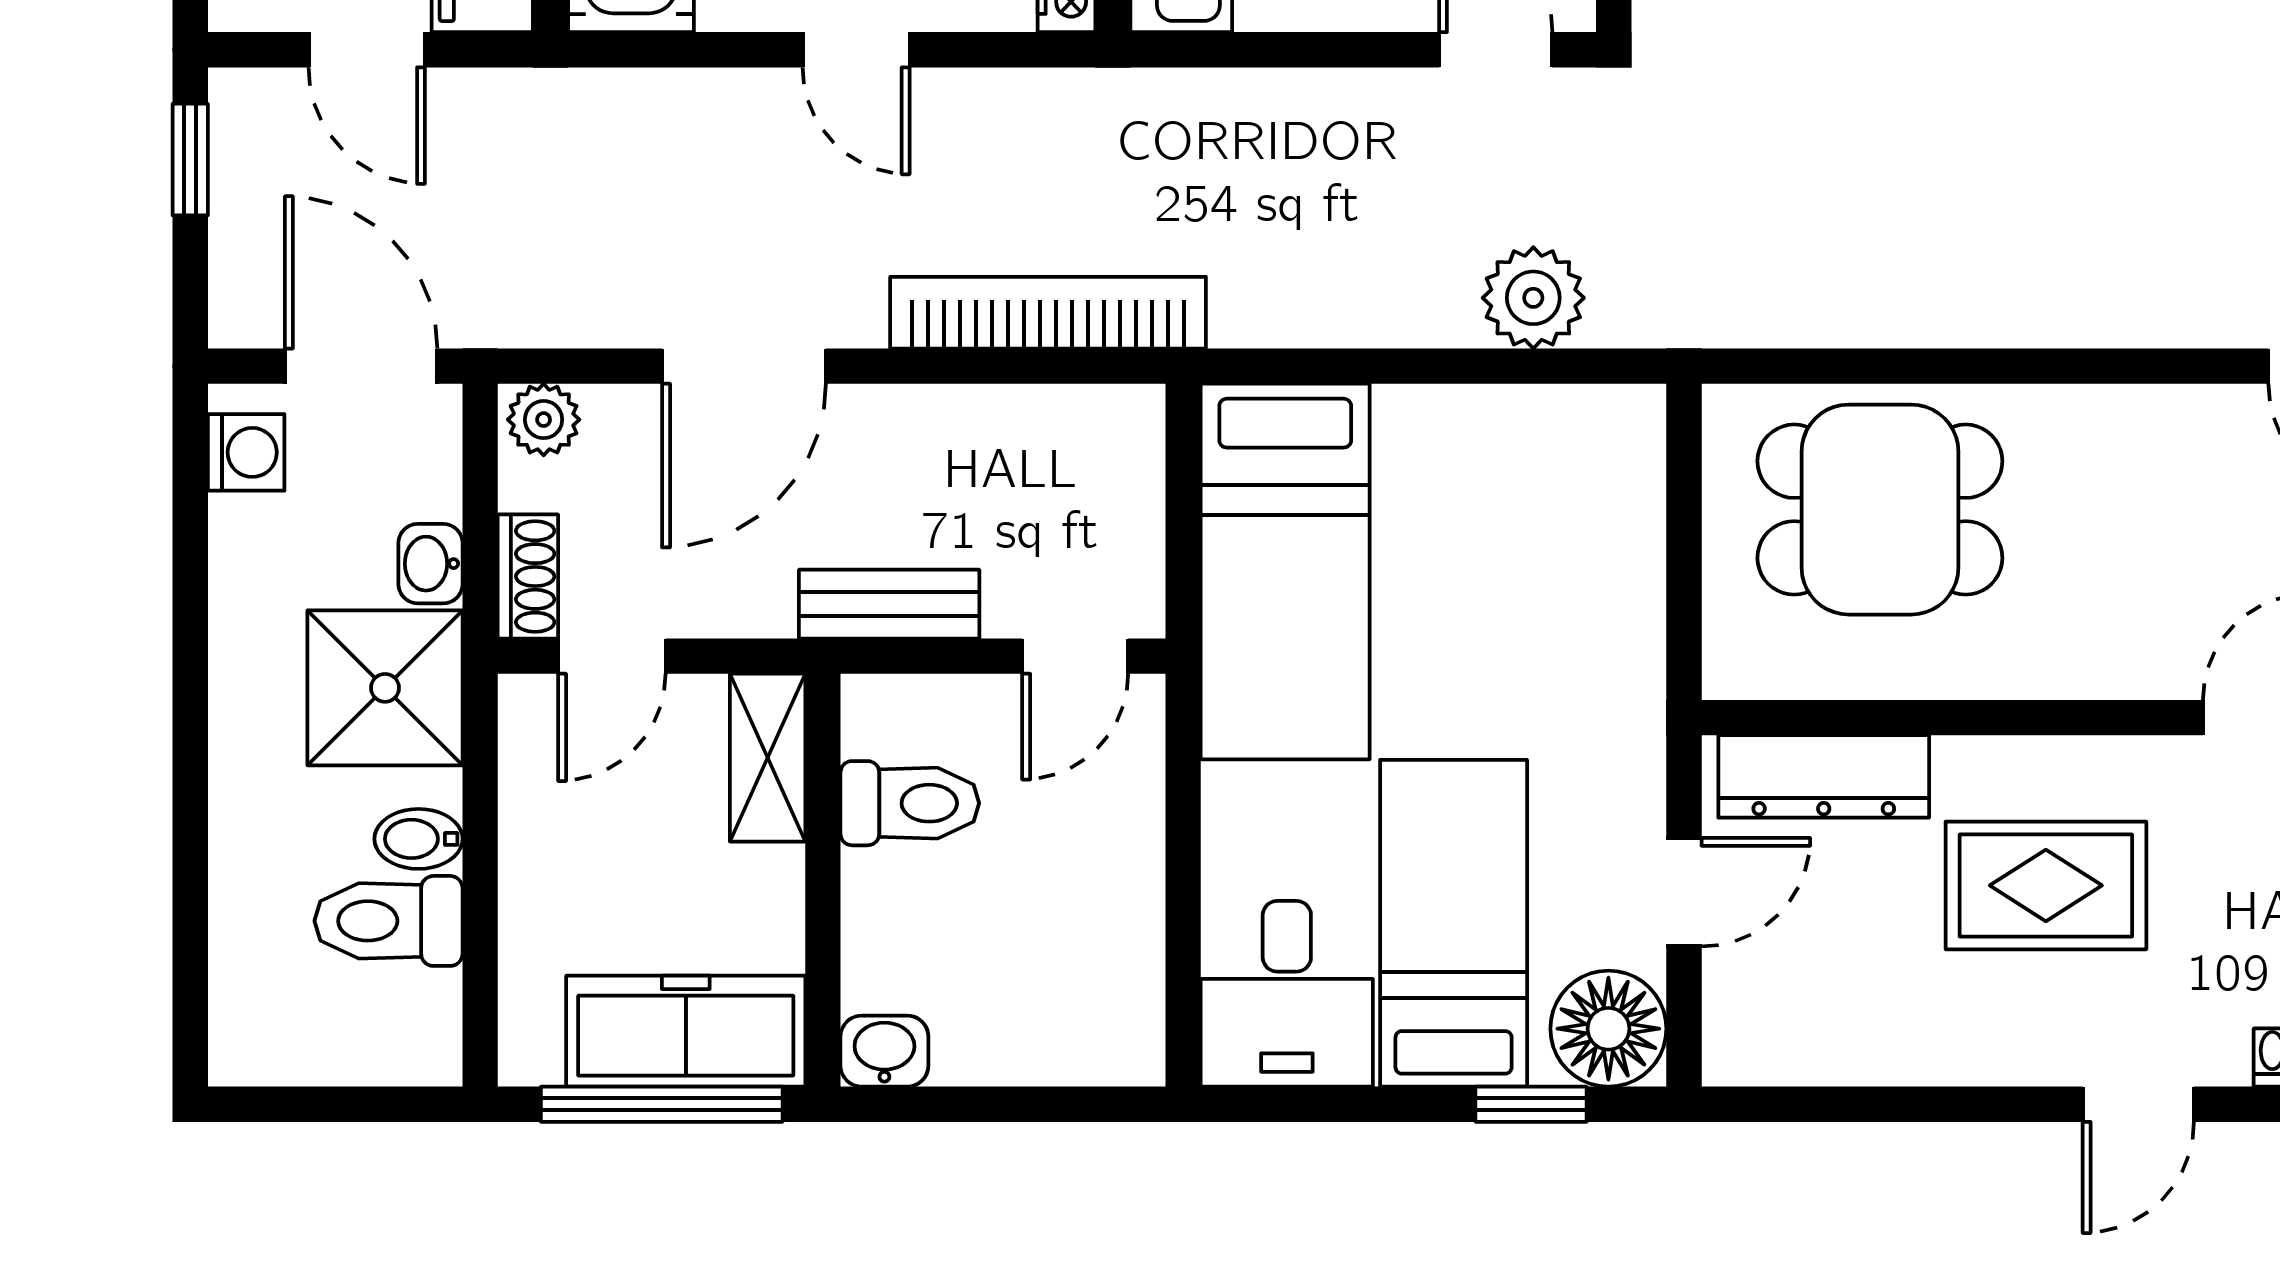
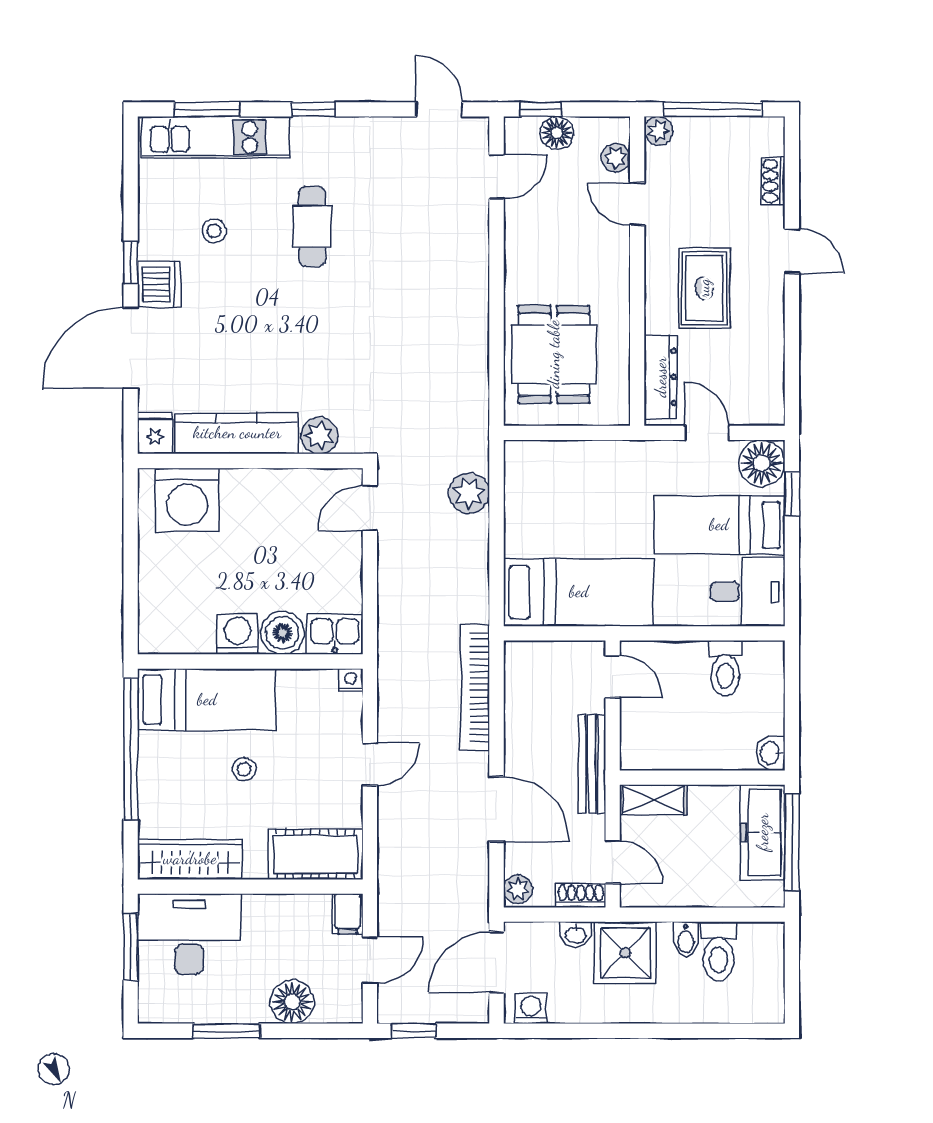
bench: (889, 604) -> (592, 764), width x1.36
toilet: (910, 803) -> (725, 668), moved, turned 180

